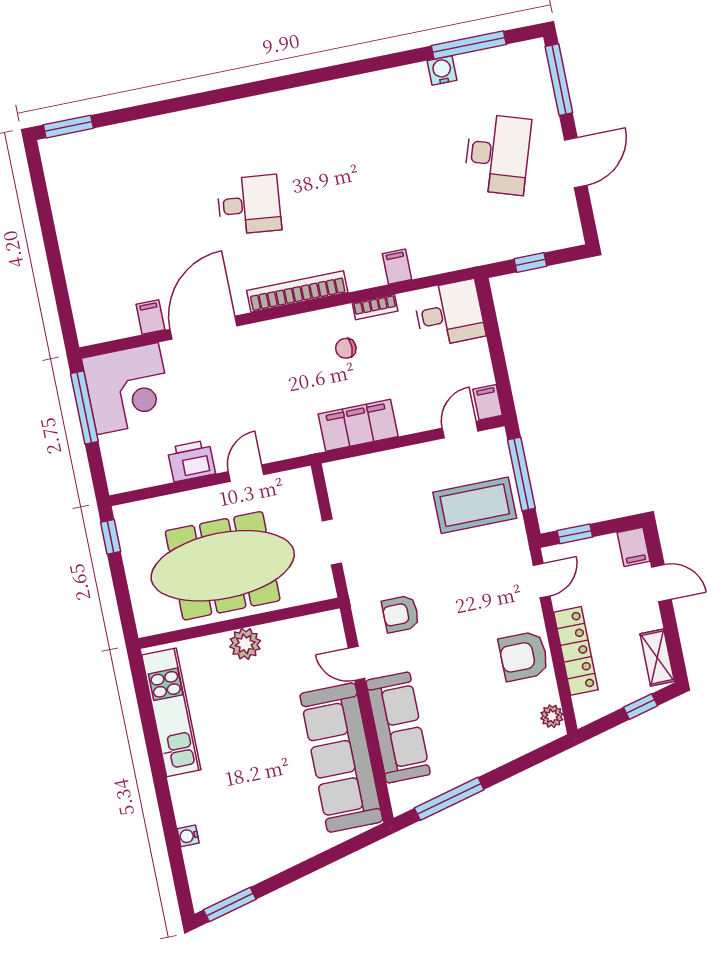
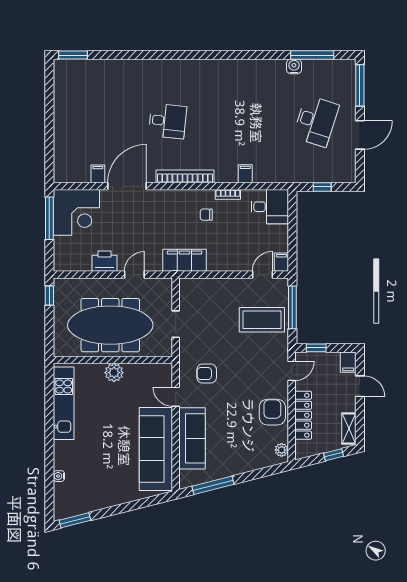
filing cabinet: (358, 425) -> (185, 260), moved
armchair: (524, 656) -> (272, 412), turned 90

